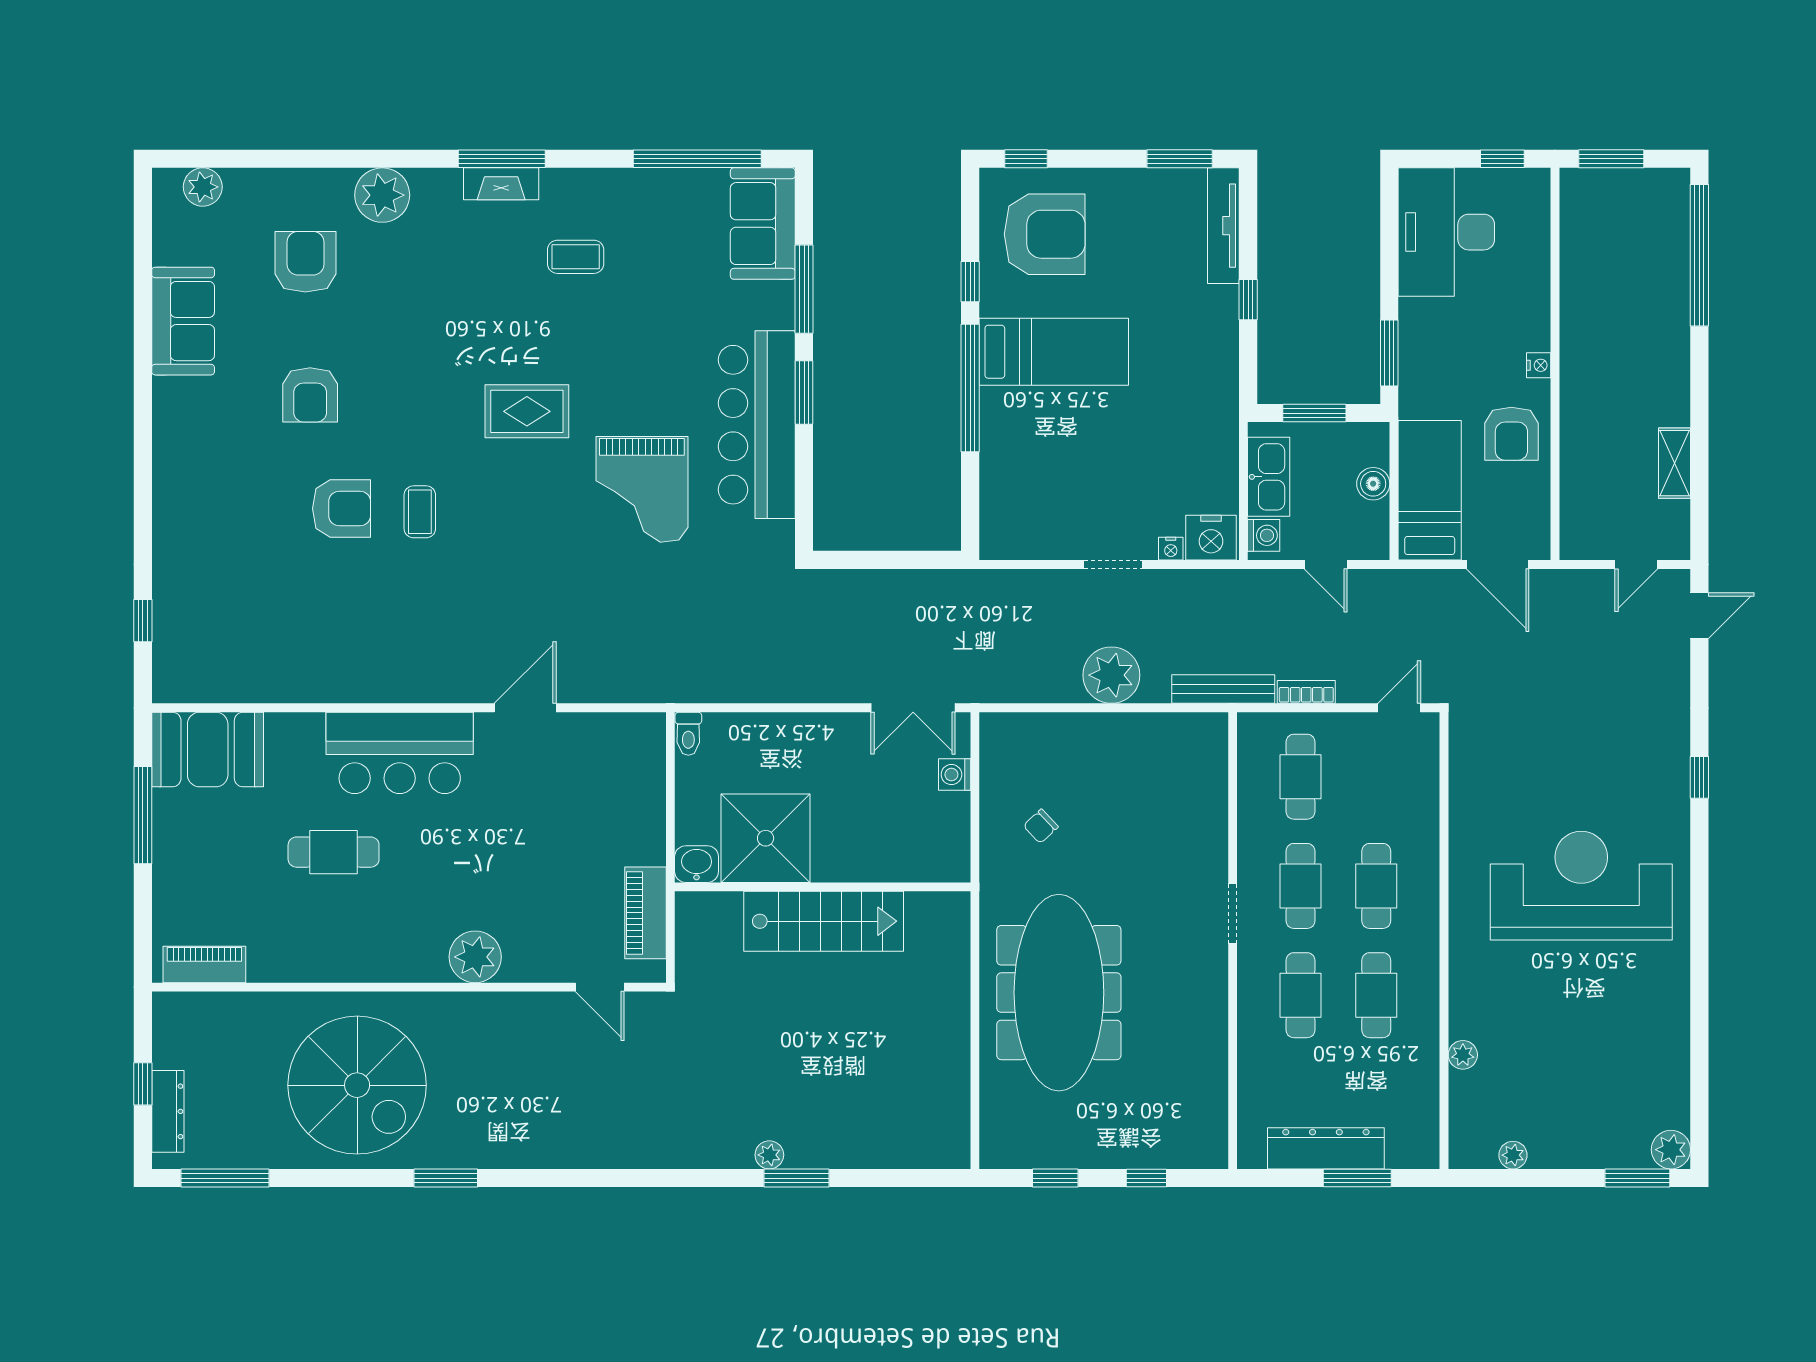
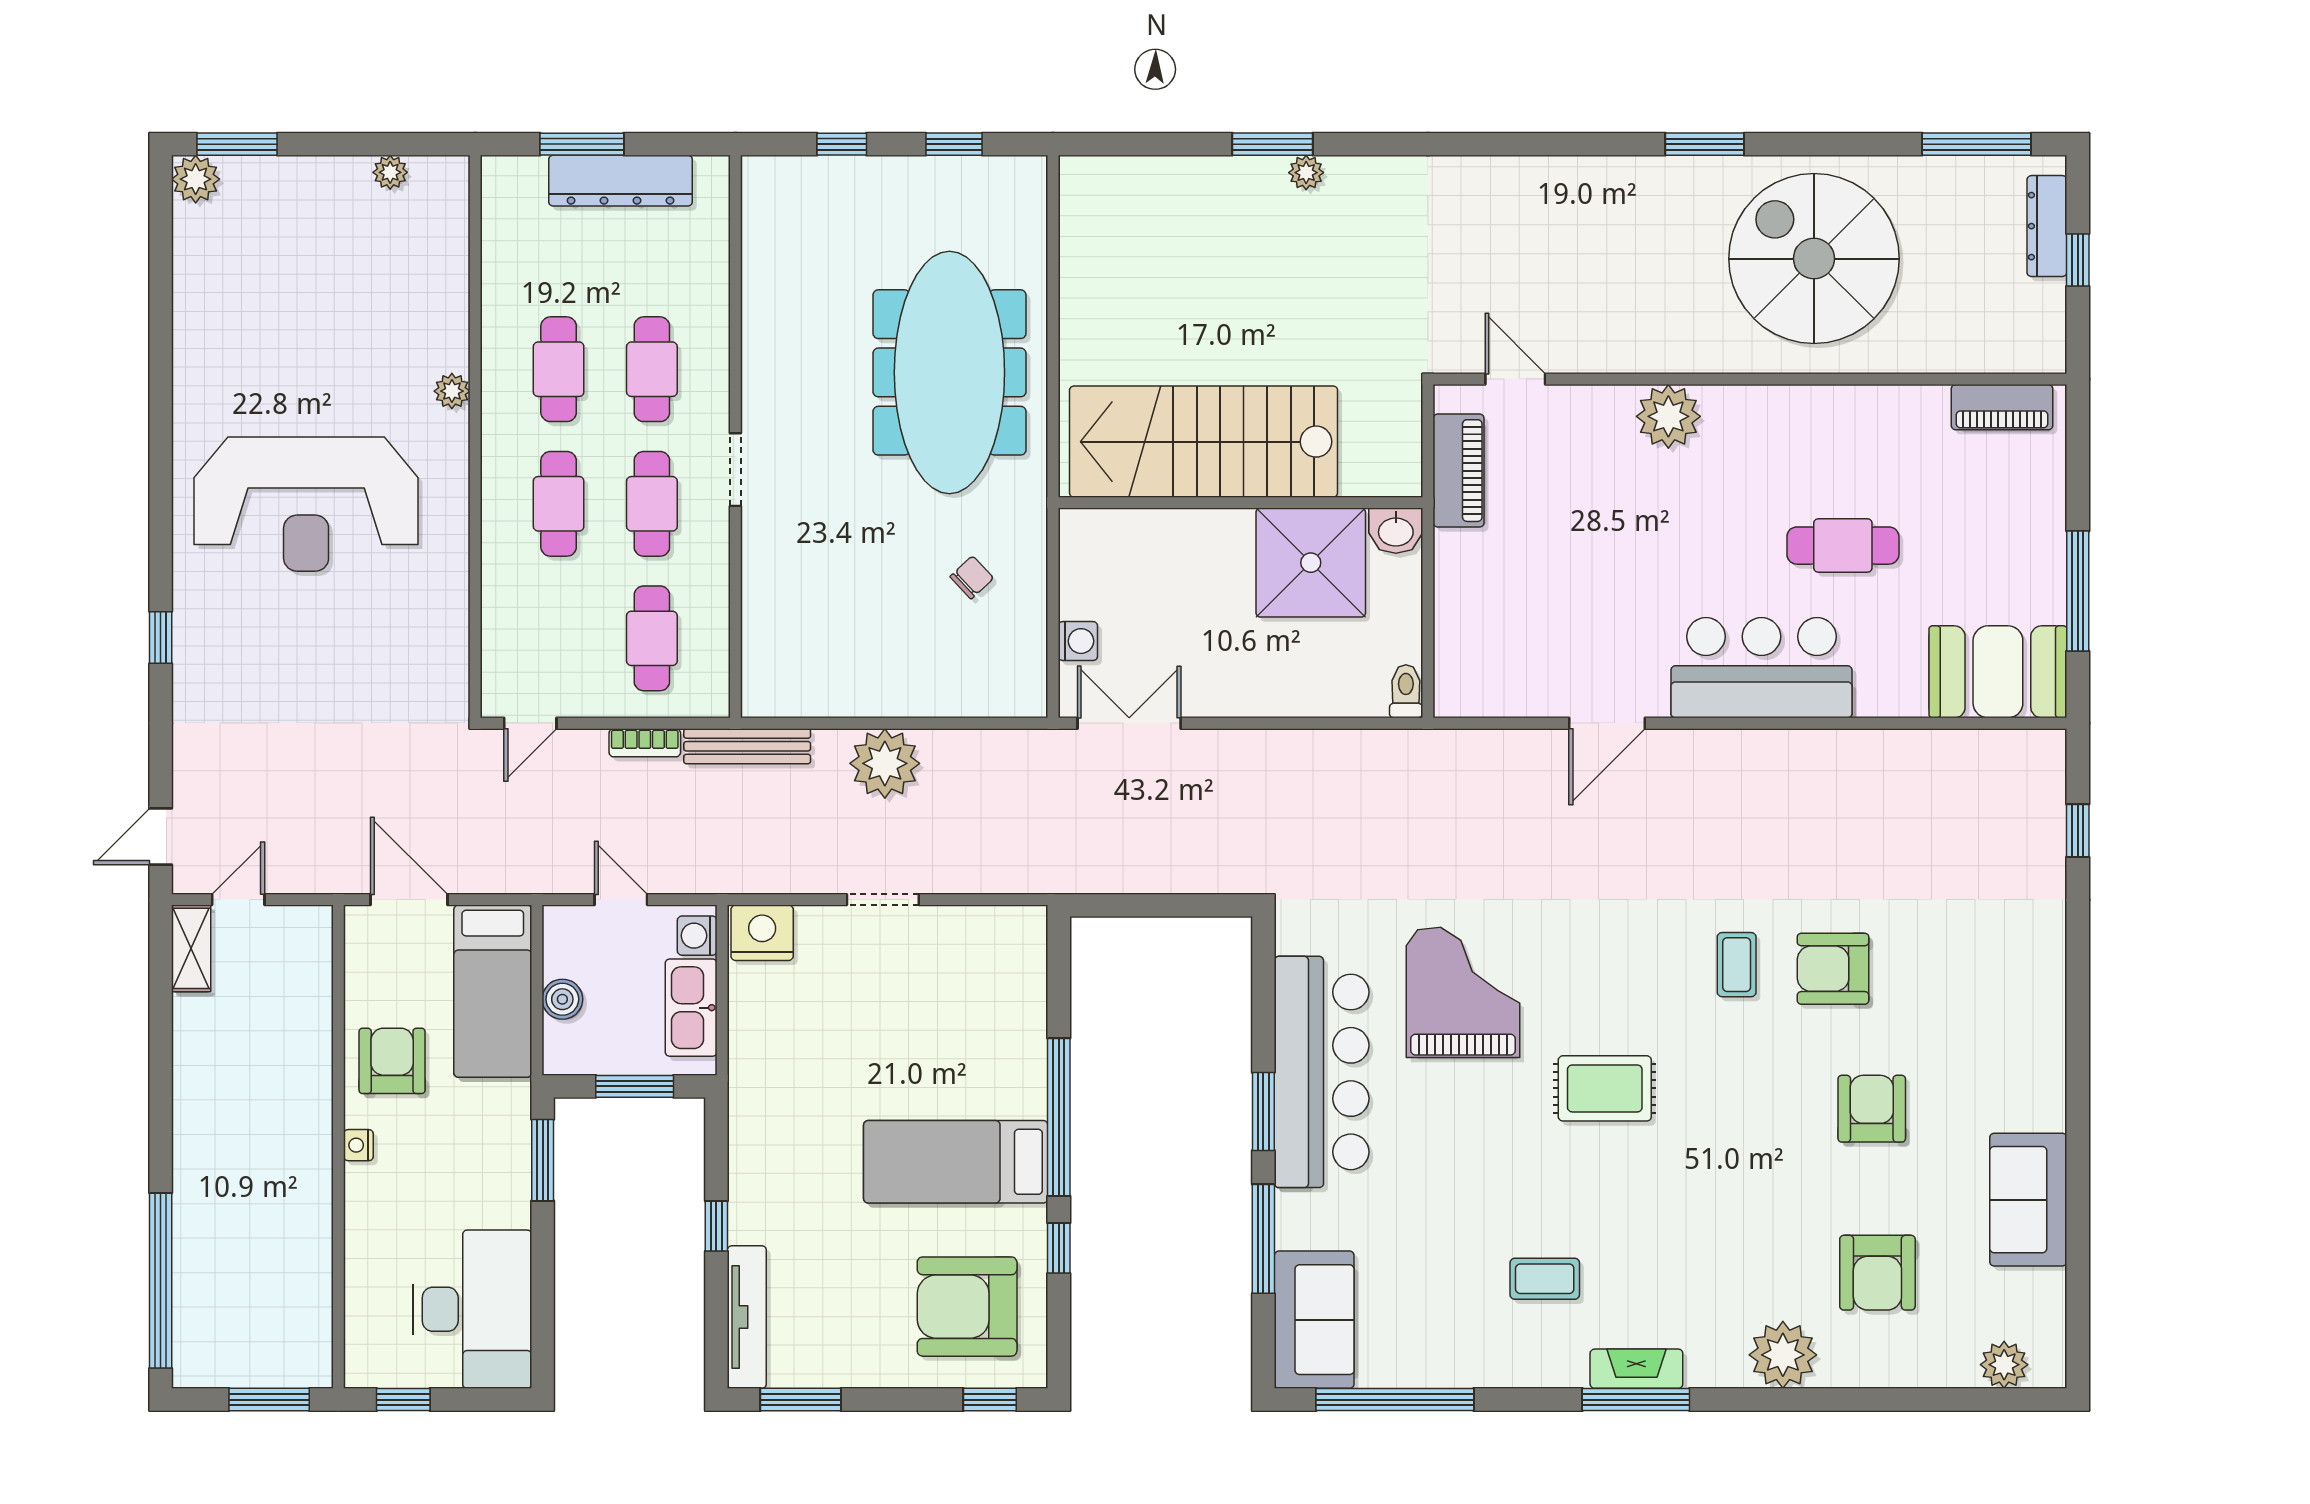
shelving: (1675, 463) -> (191, 948), moved
nightstand: (1171, 549) -> (812, 919), removed
stairs: (824, 921) -> (1204, 442), width x1.36, depth x1.51
plant: (1463, 1055) -> (452, 391), moved

